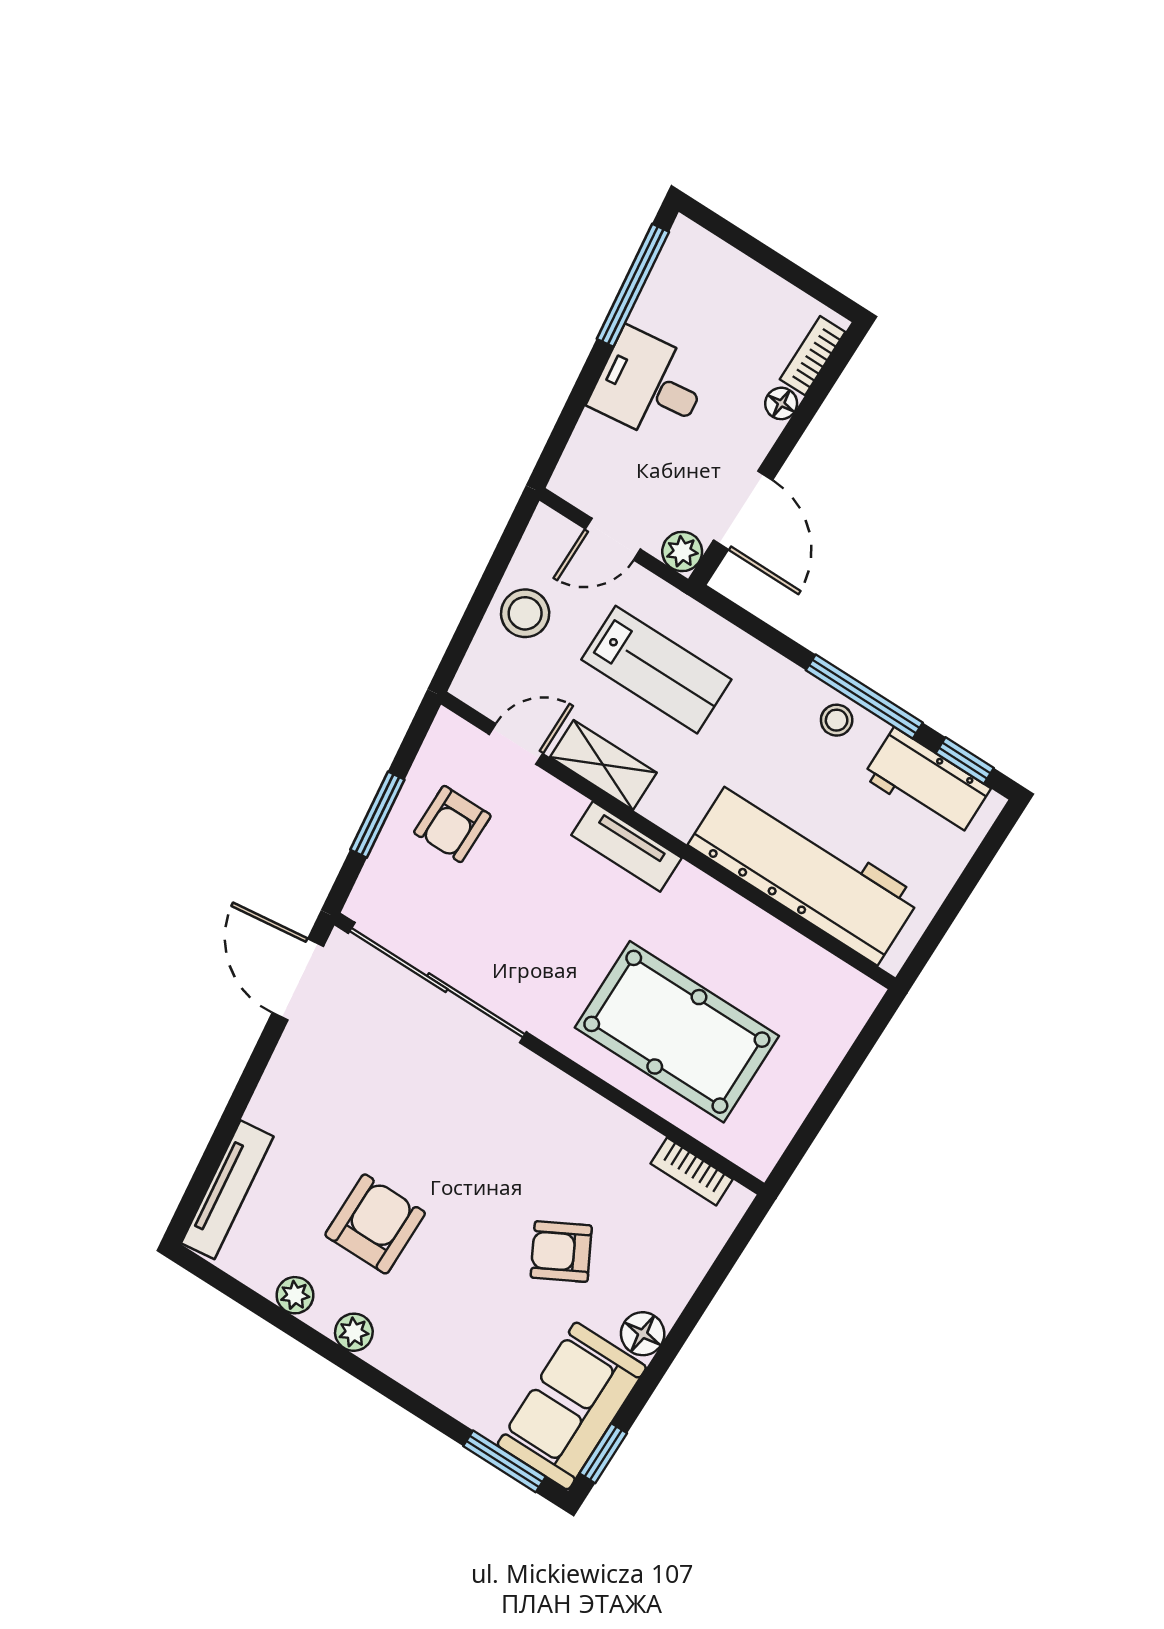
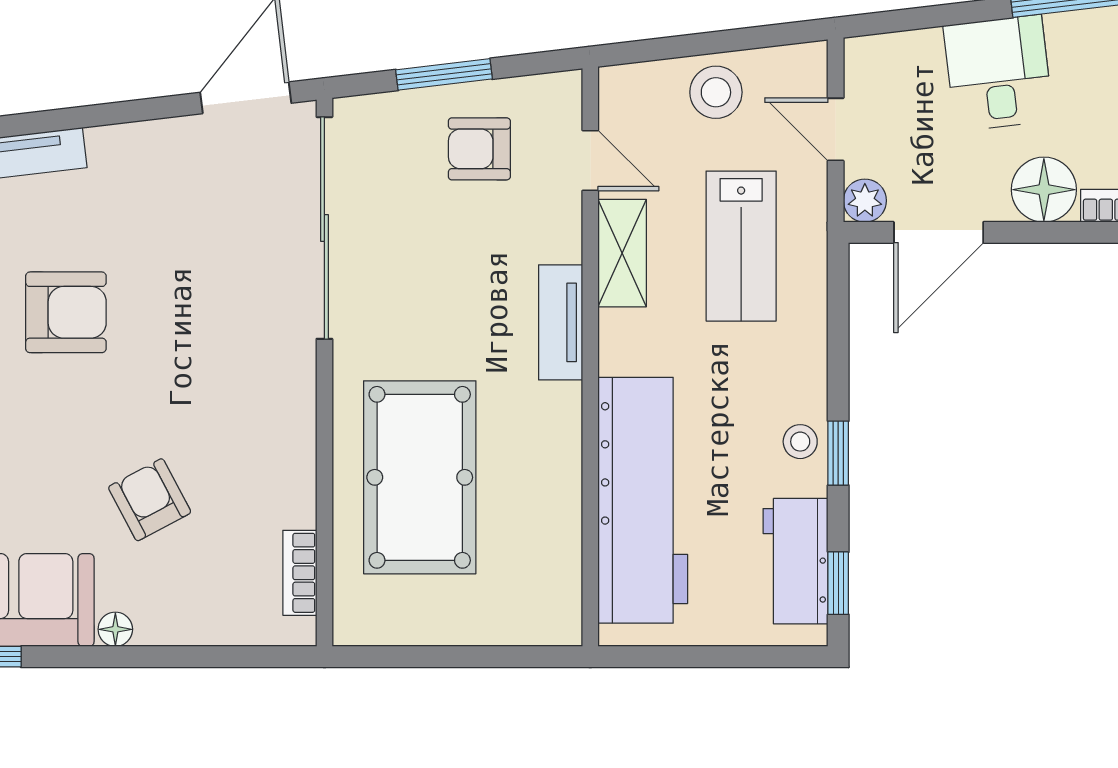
floor lamp: (781, 403) -> (1044, 190), width x1.89, depth x1.89
window: (864, 696) -> (838, 453), width x0.46
floor lamp: (643, 1334) -> (115, 629), width x0.73, depth x0.73

